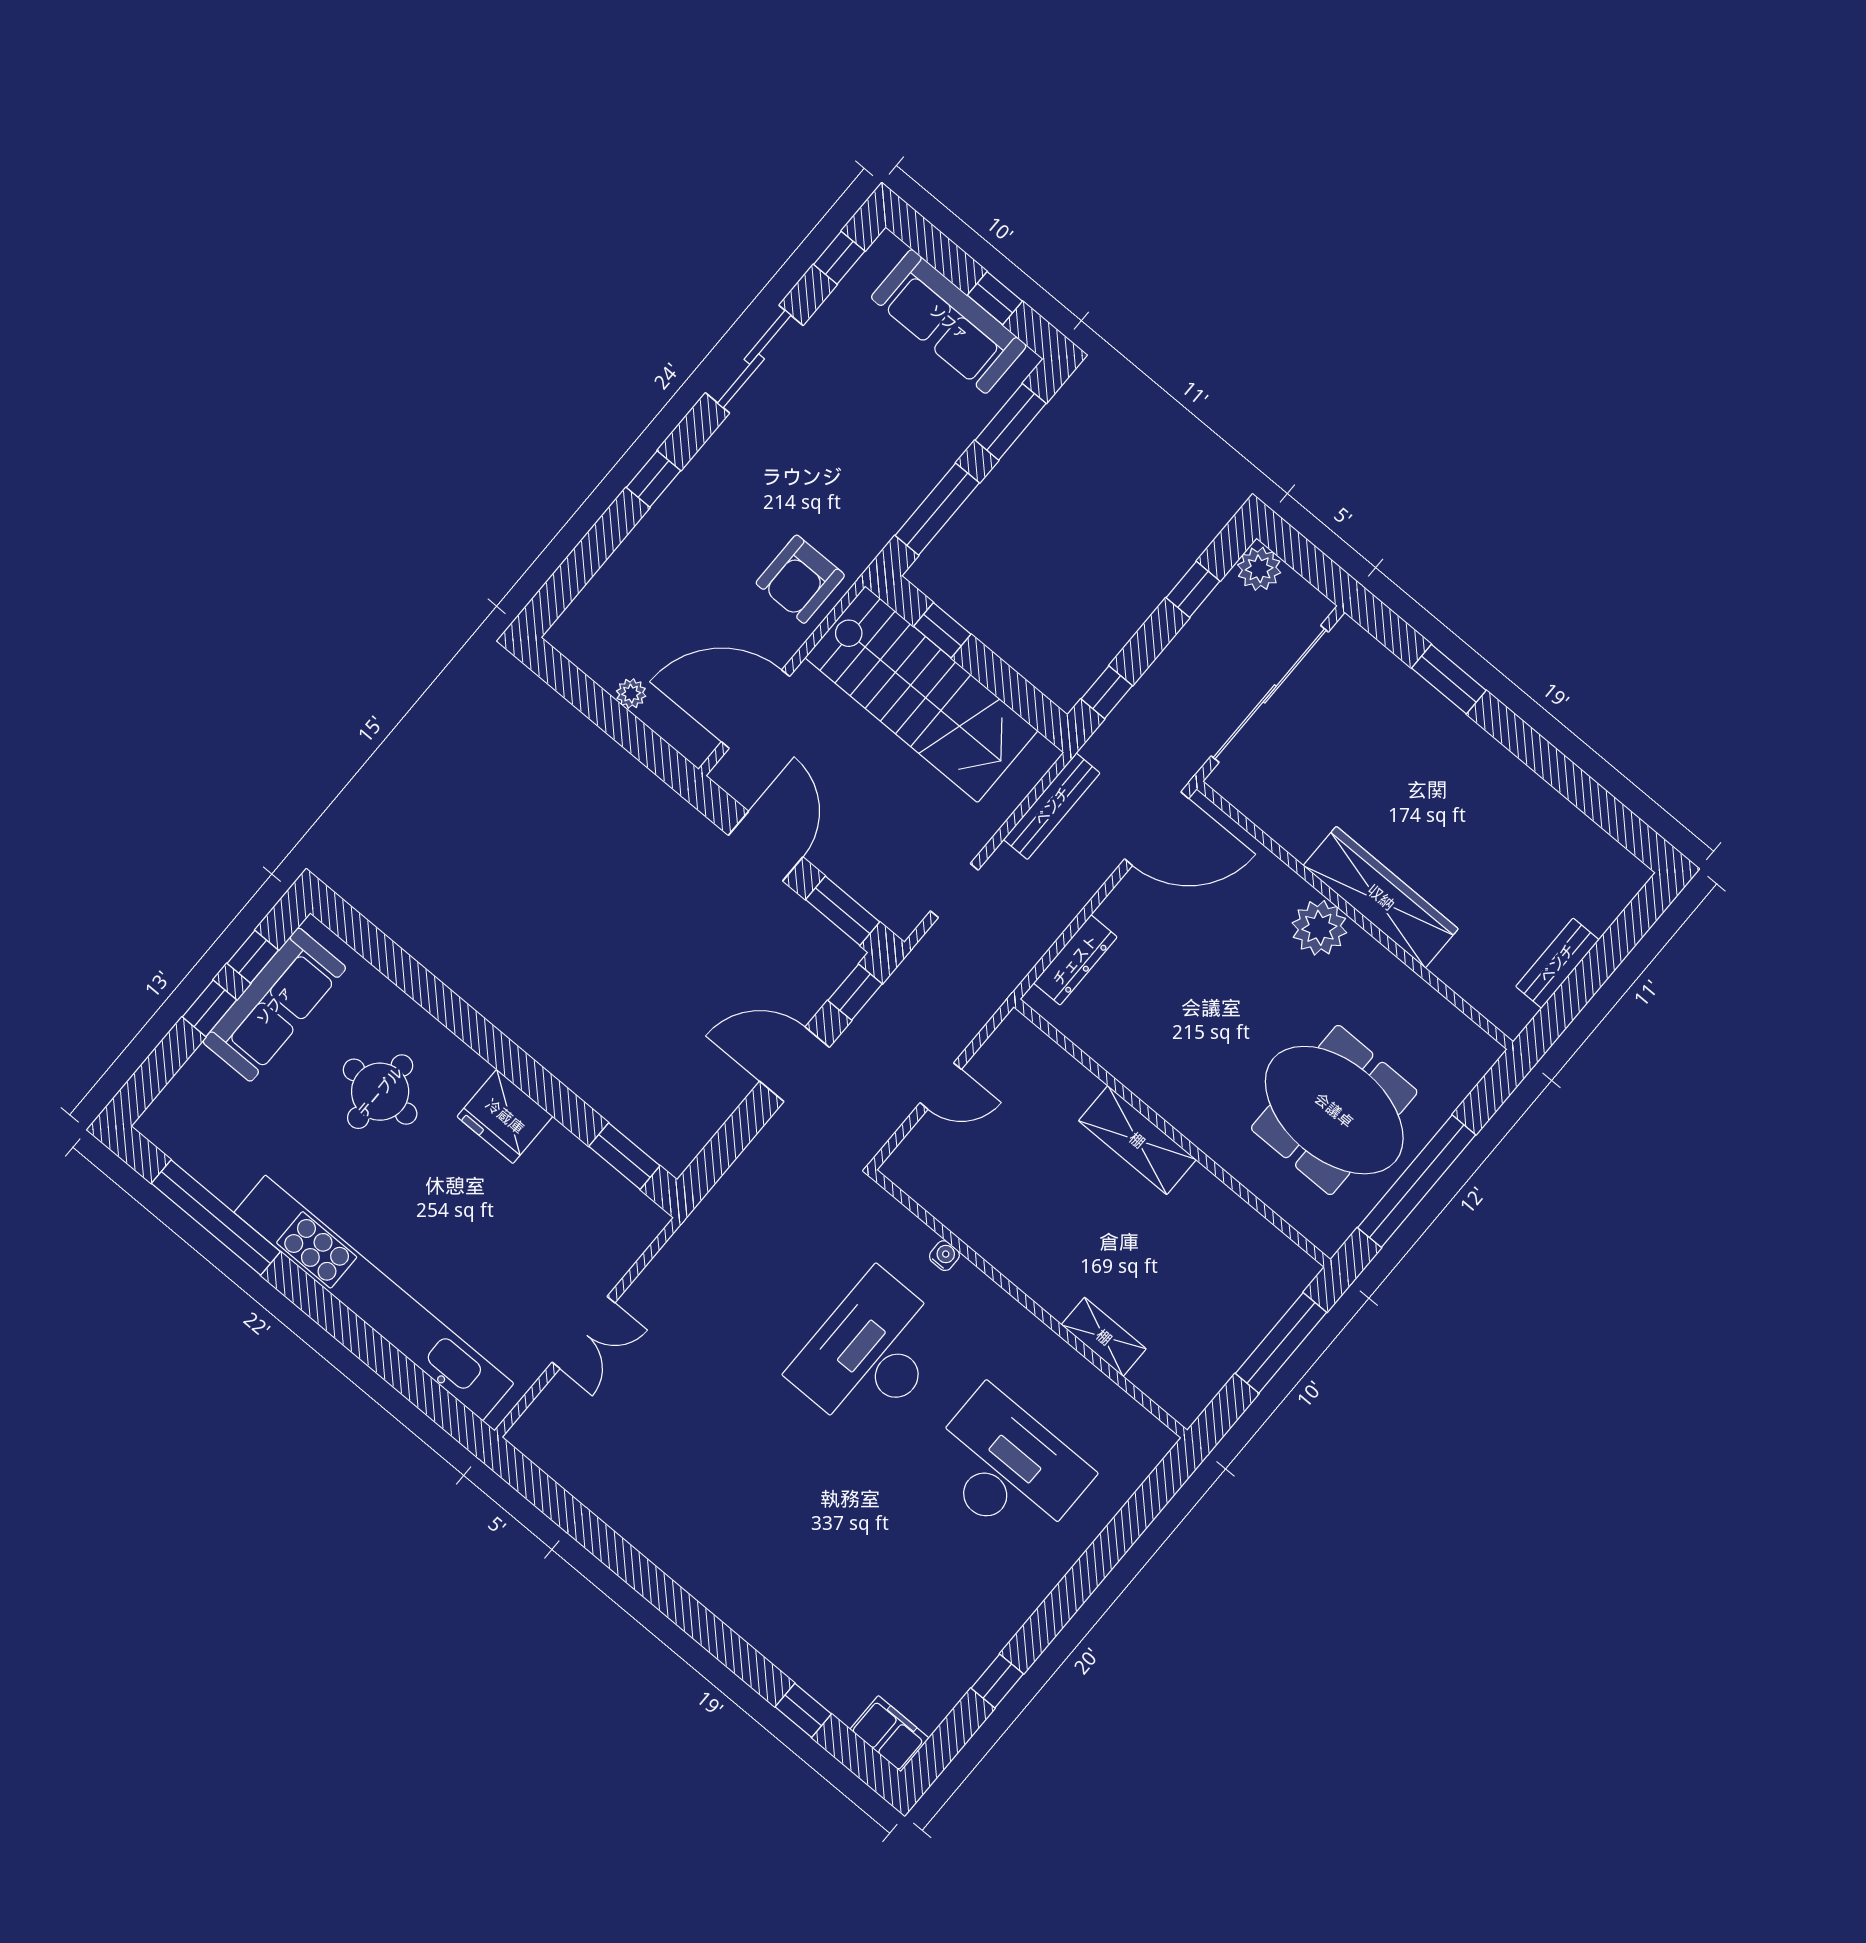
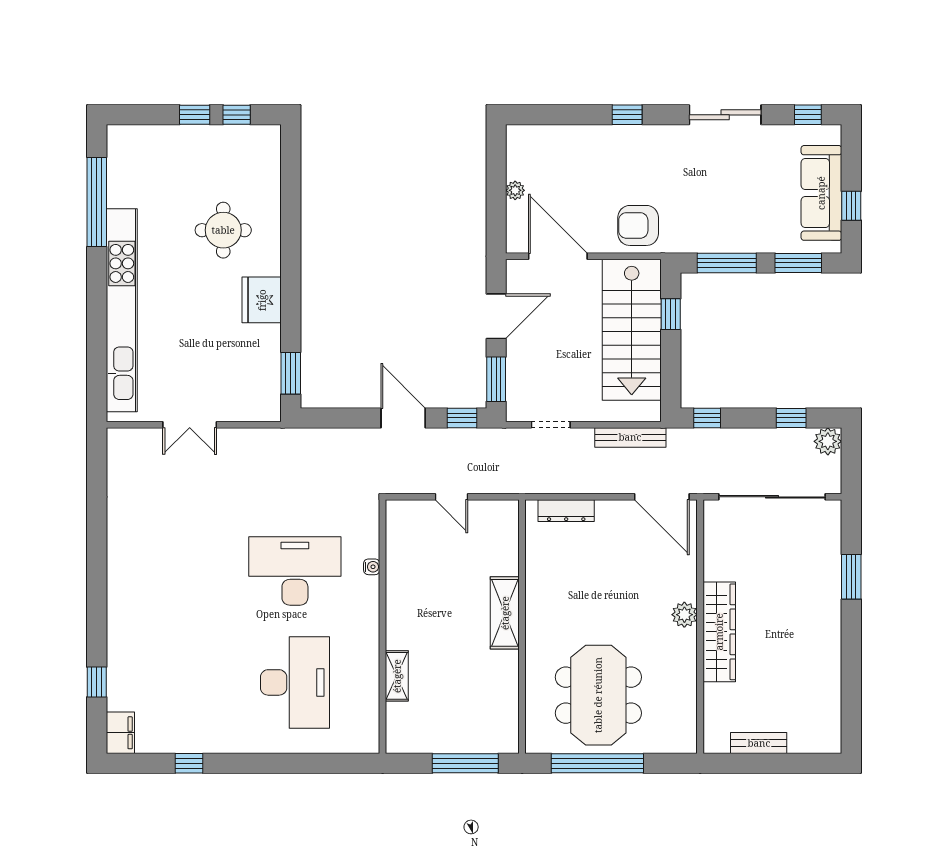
plant: (1319, 928) -> (684, 615), width x0.73, depth x0.73
sofa: (274, 1005) -> (222, 144), removed

